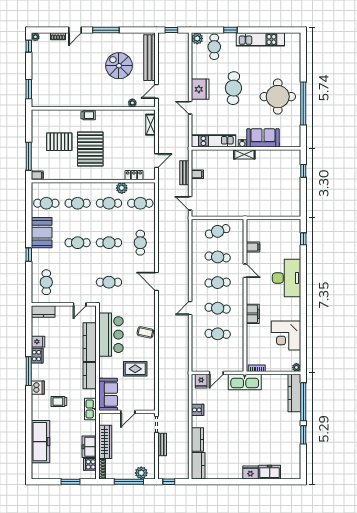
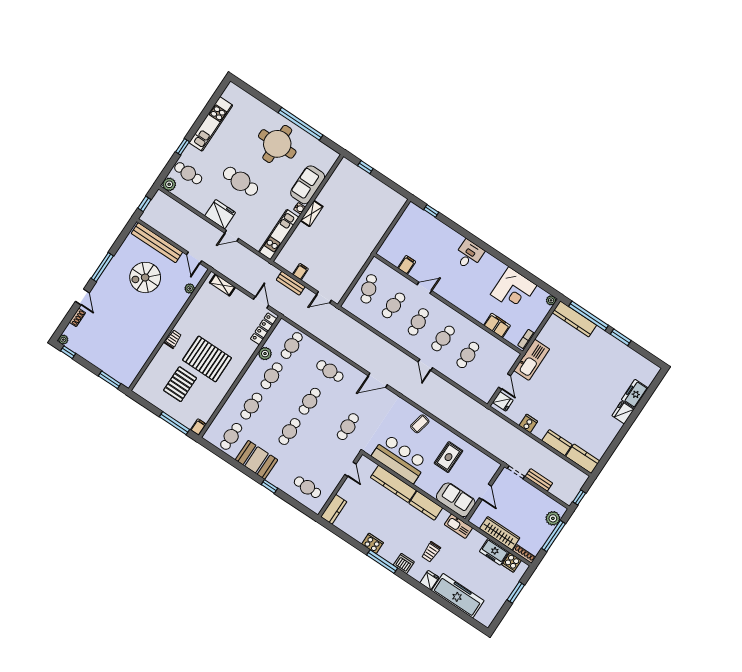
locker: (134, 175) -> (264, 329), width x1.53
desk: (287, 278) -> (469, 255), width x0.53, depth x0.77
filing cabinet: (253, 314) -> (497, 325), moved
fridge: (38, 342) -> (429, 580), moved

